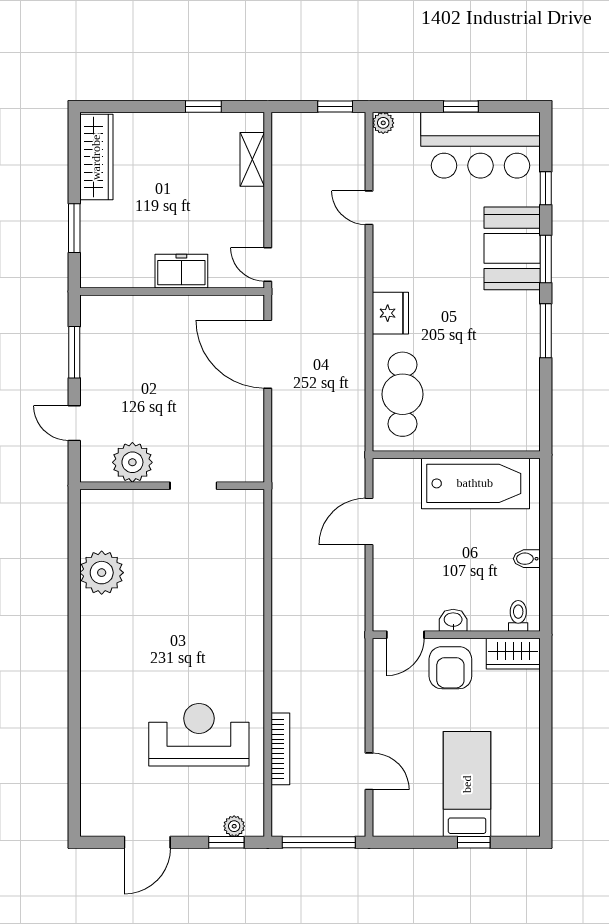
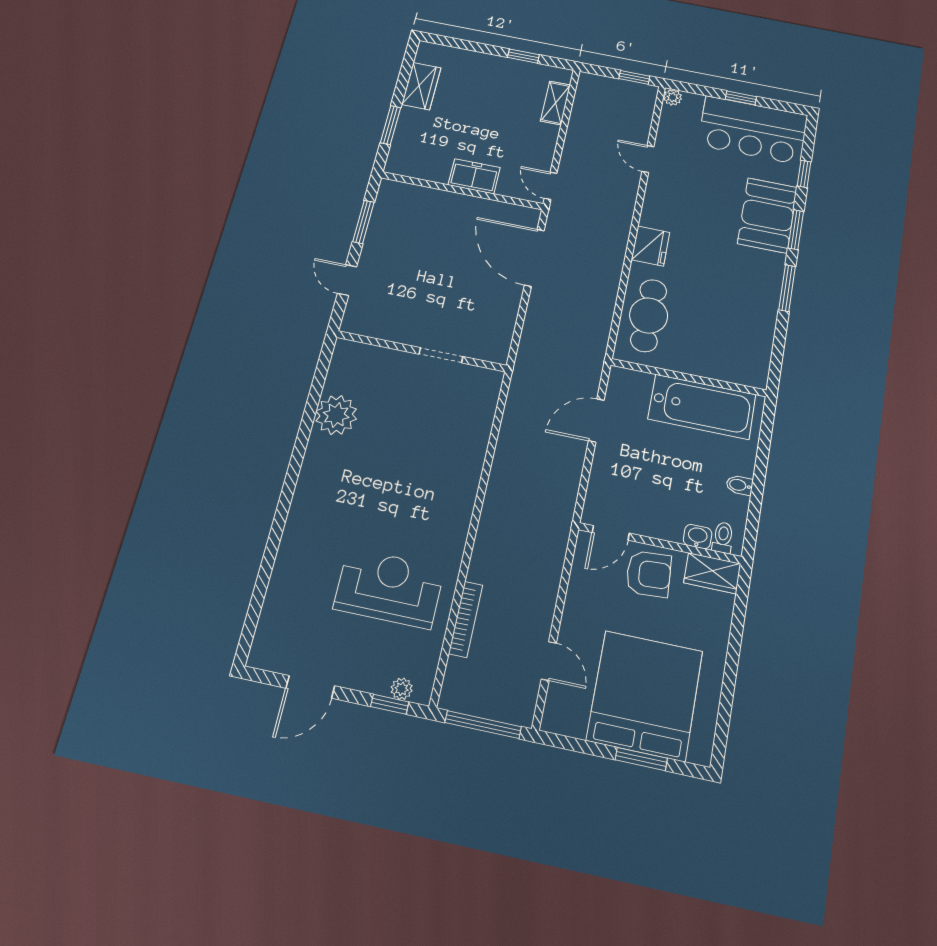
wardrobe: (96, 157) -> (421, 86), width x0.67
plant: (132, 462) -> (390, 324), removed
washbasin: (453, 620) -> (698, 537), moved
armchair: (450, 668) -> (649, 574), turned -94
bed: (467, 784) -> (645, 696), width x2.04
window: (474, 842) -> (641, 759), width x1.50

